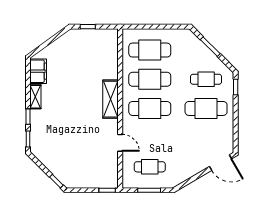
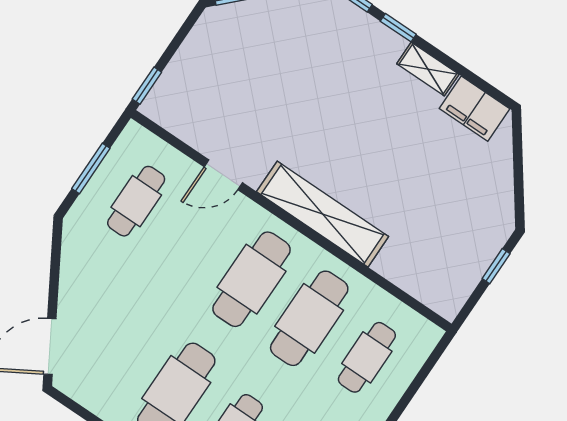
cafe table: (150, 50) -> (367, 357), width x0.73, depth x0.74
shelving: (111, 99) -> (323, 214), width x1.47

